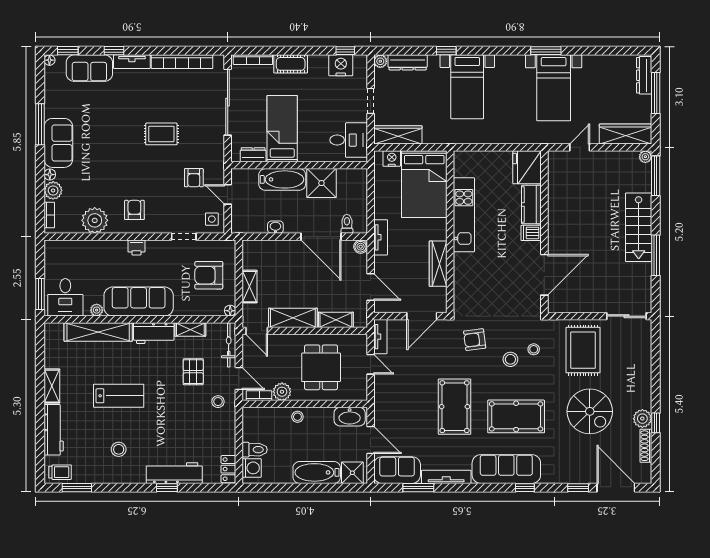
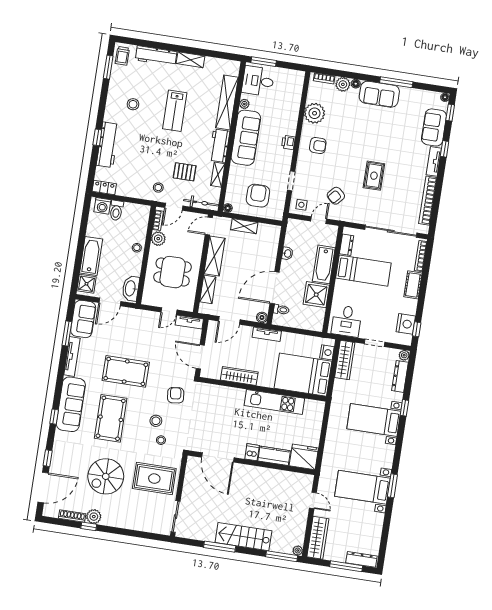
armchair: (194, 178) -> (336, 196), turned -49

